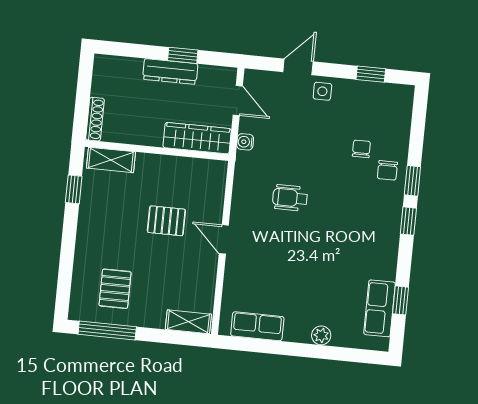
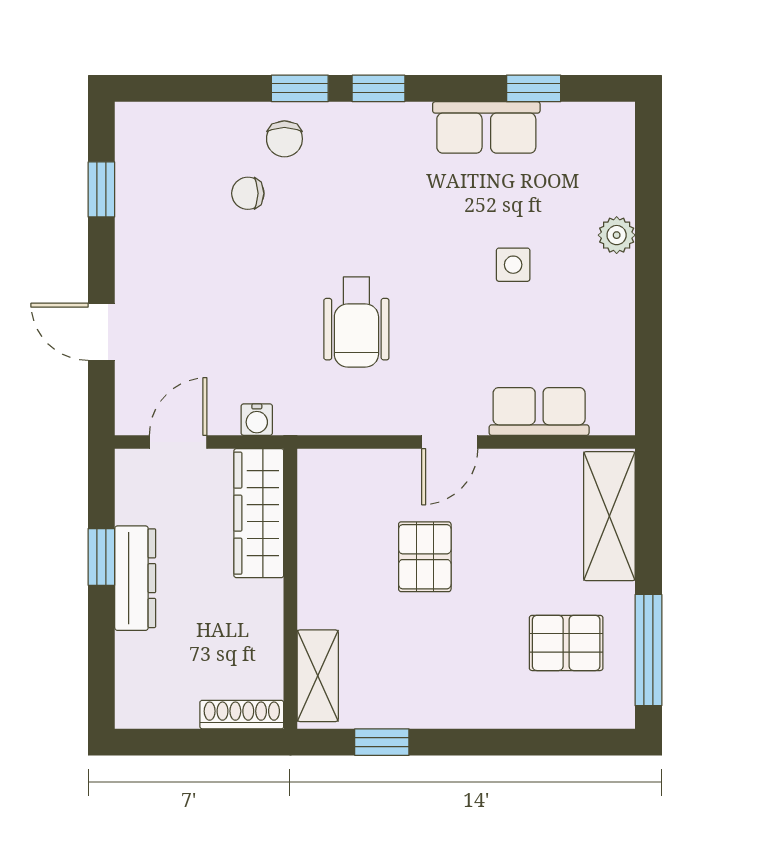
side table: (322, 91) -> (513, 265), moved
chair: (387, 170) -> (284, 139), turned 90
wheelchair: (290, 198) -> (356, 322), width x1.36, depth x1.37
row of seats: (380, 308) -> (486, 127), moved
shelving: (188, 322) -> (609, 516), width x1.50, depth x1.33
row of seats: (257, 326) -> (539, 411), moved, turned 90

